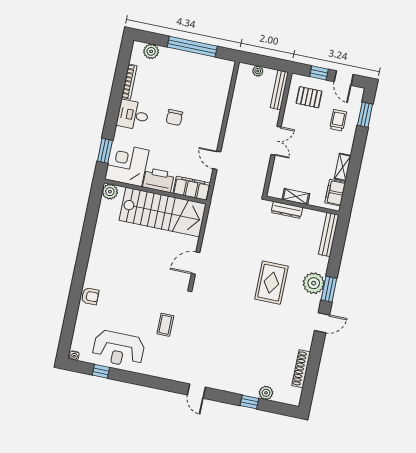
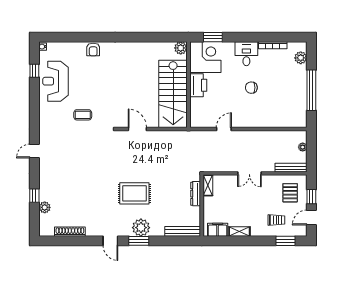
filing cabinet: (192, 188) -> (197, 113), removed
shelving: (296, 197) -> (208, 185), moved

